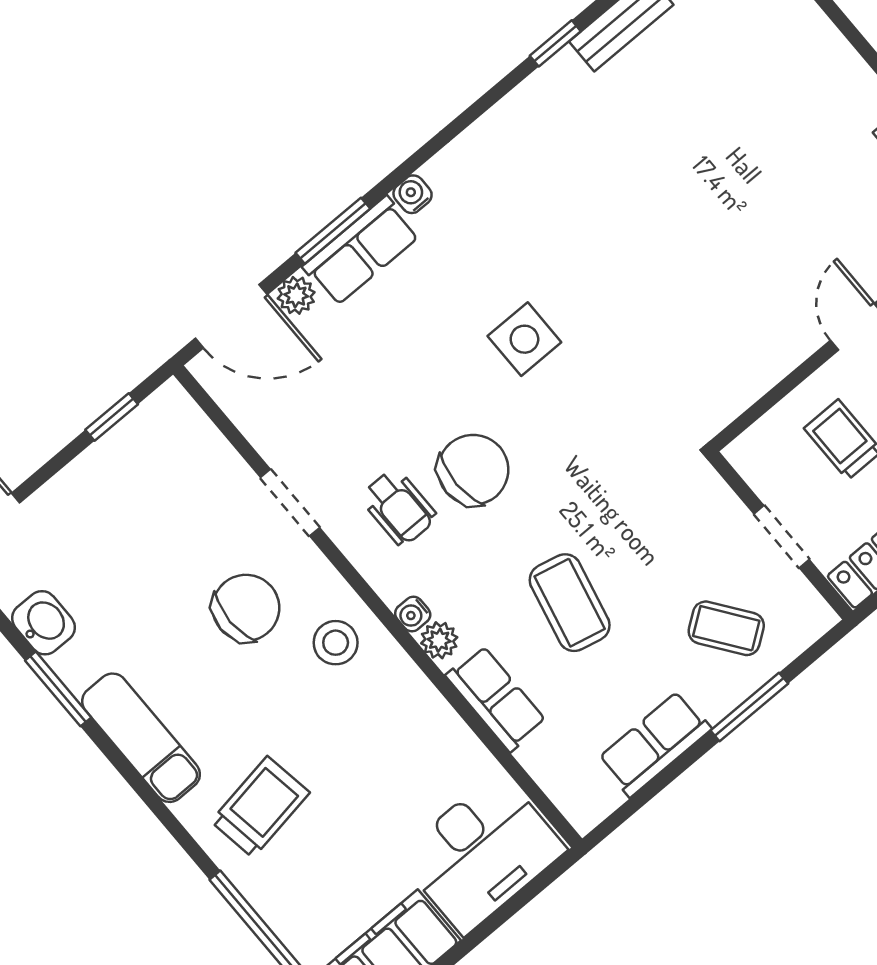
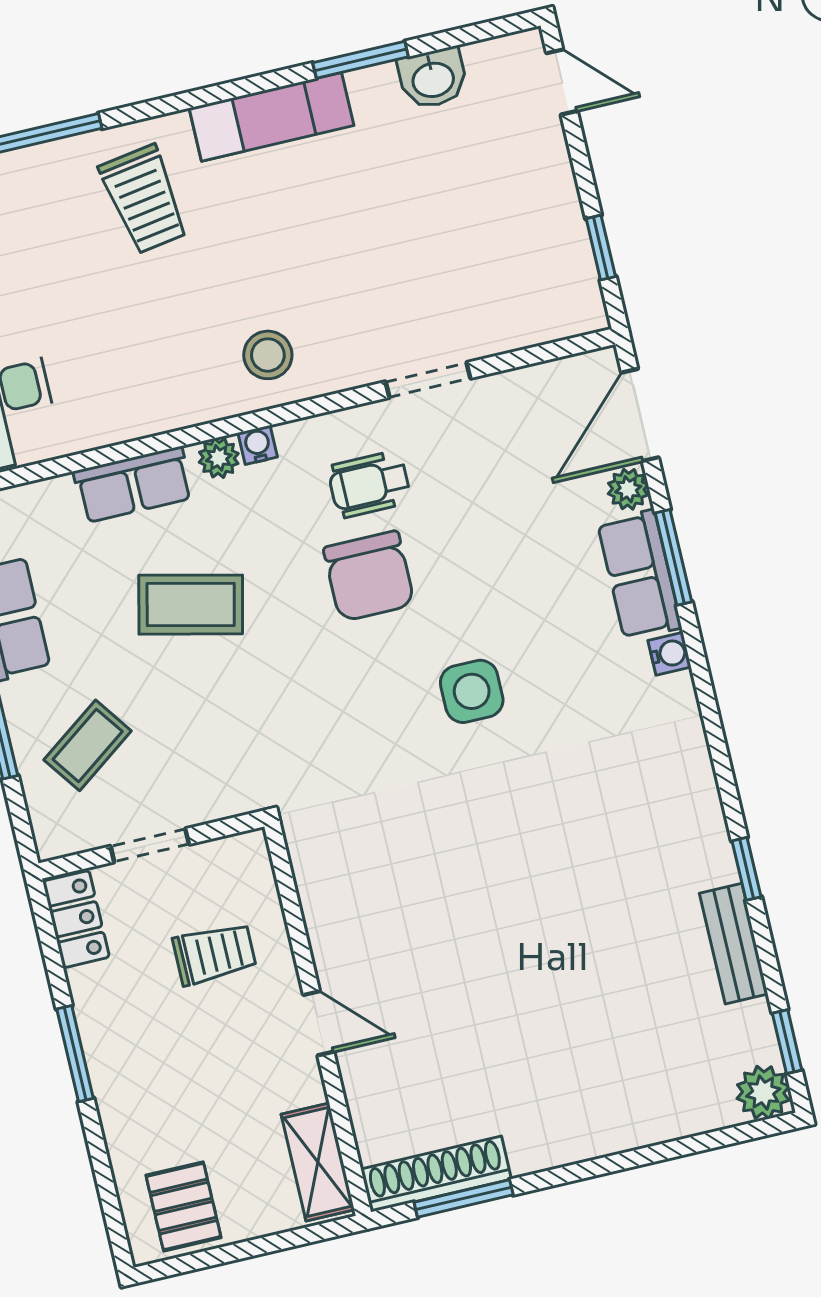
chair: (246, 608) -> (347, 284), removed

